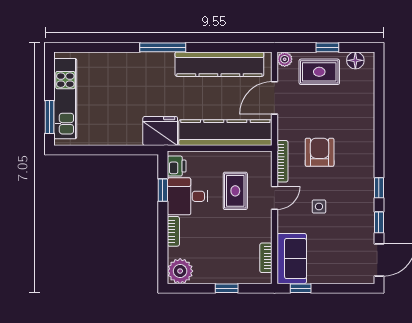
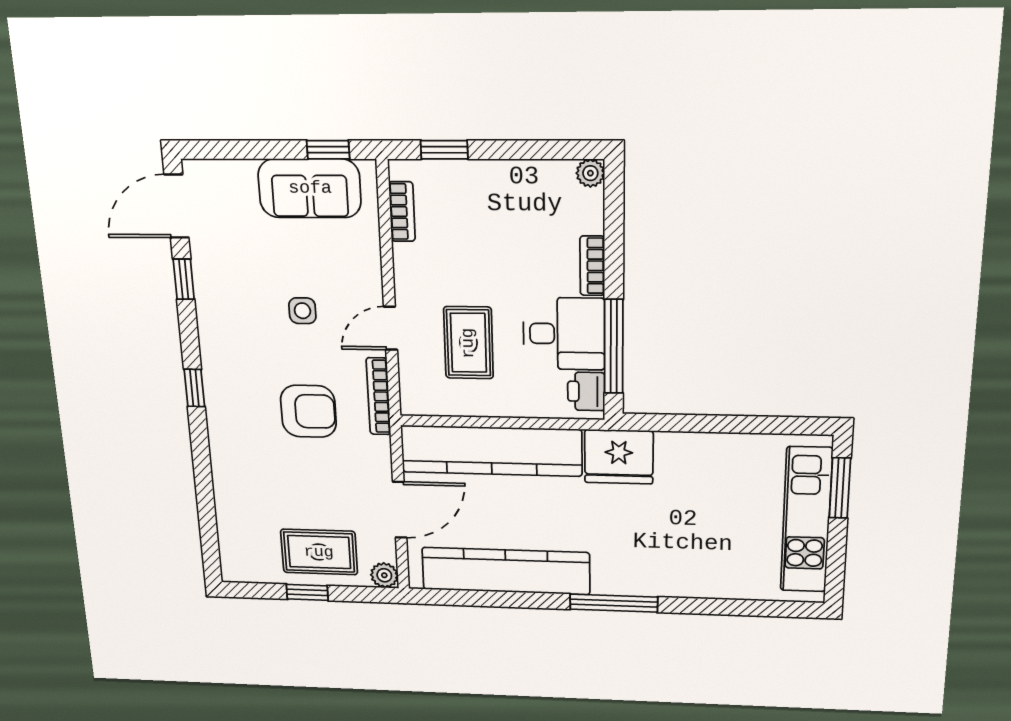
floor lamp: (355, 60) -> (255, 569), removed
armchair: (320, 152) -> (308, 411), turned -90
window: (379, 188) -> (194, 388), moved
window: (163, 190) -> (614, 347), width x2.17
sofa: (292, 259) -> (310, 188), moved, turned -90
plant: (180, 271) -> (590, 173), width x0.53, depth x0.53
window: (227, 288) -> (444, 150), moved

